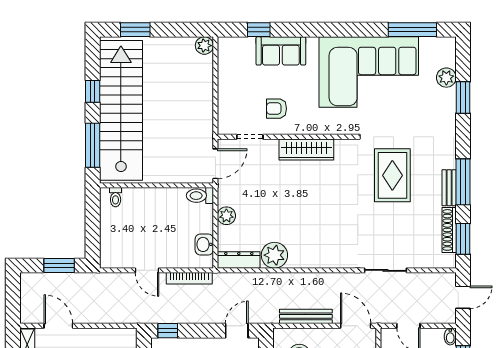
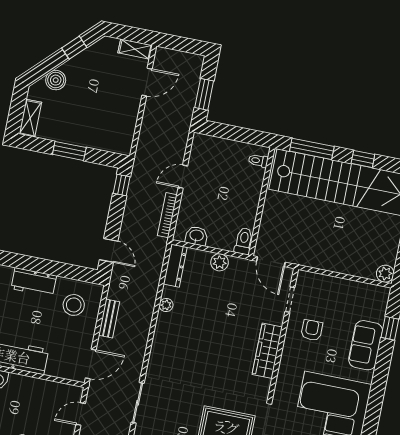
plant: (274, 255) -> (166, 305), width x0.53, depth x0.53
bench: (306, 316) -> (109, 319), width x0.73

